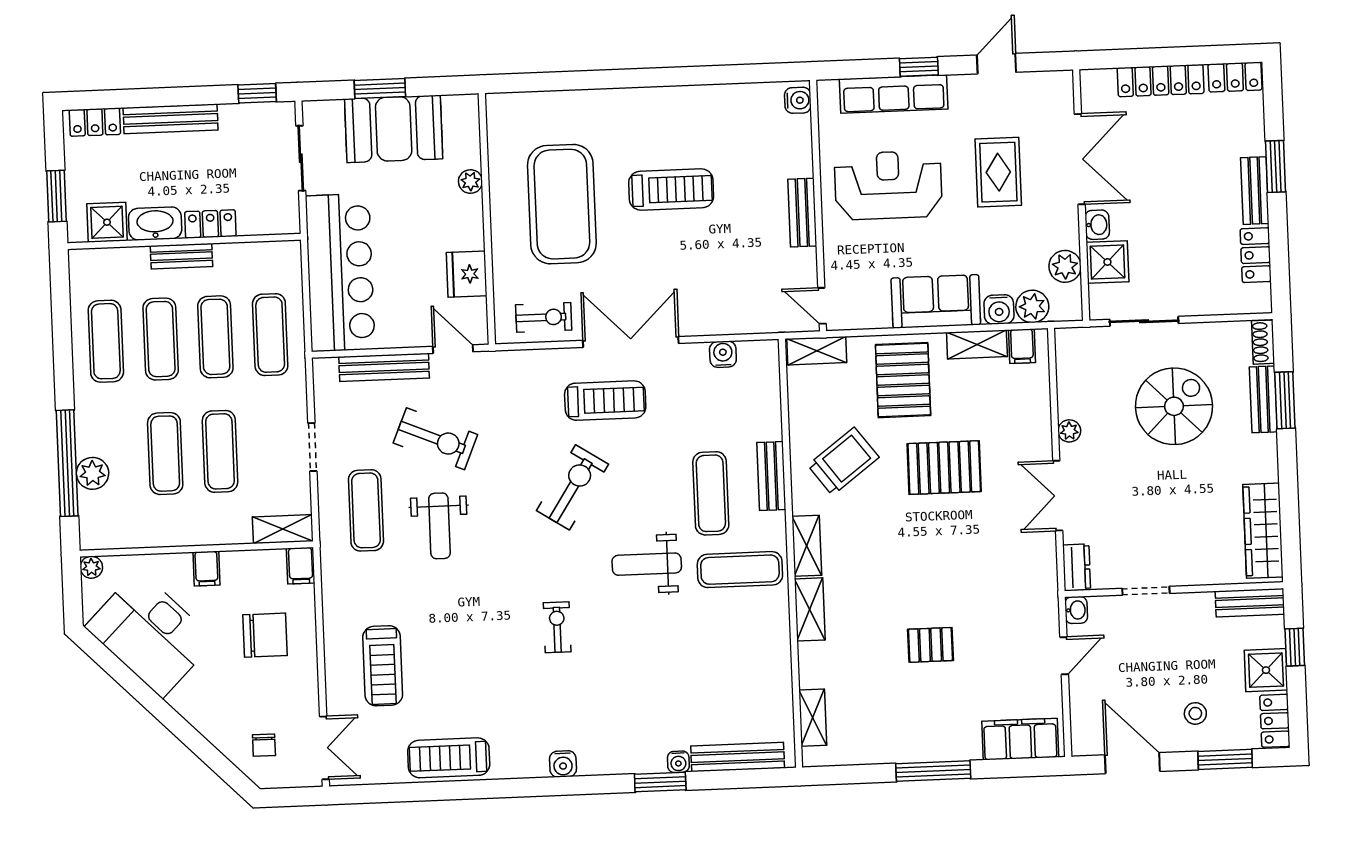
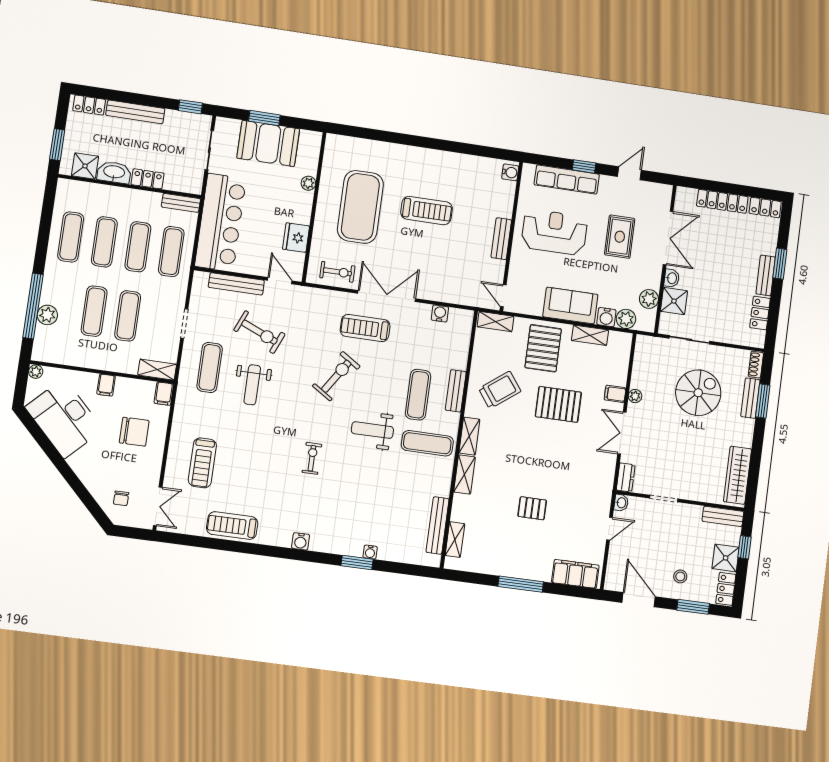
bench: (181, 256) -> (181, 203), moved
filing cabinet: (1022, 346) -> (615, 394), moved, turned 90
treadmill: (605, 401) -> (365, 328), turned 180
bench: (738, 757) -> (438, 525), moved, turned 90

